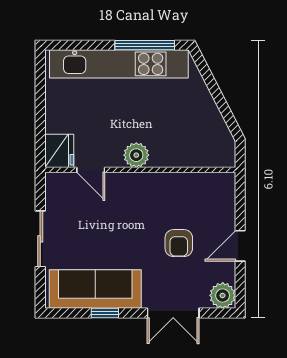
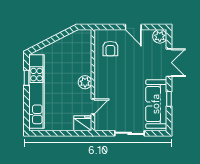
window: (145, 45) -> (27, 78), width x0.46
armchair: (179, 243) -> (110, 49), moved, turned 90

